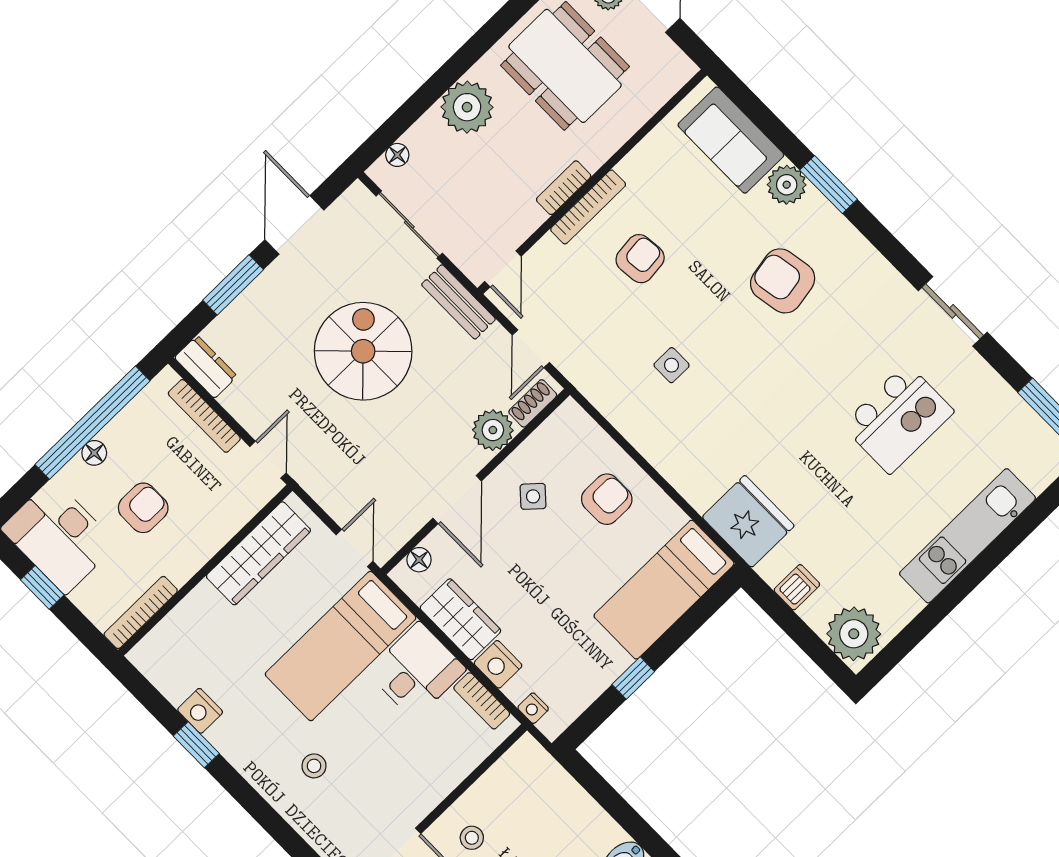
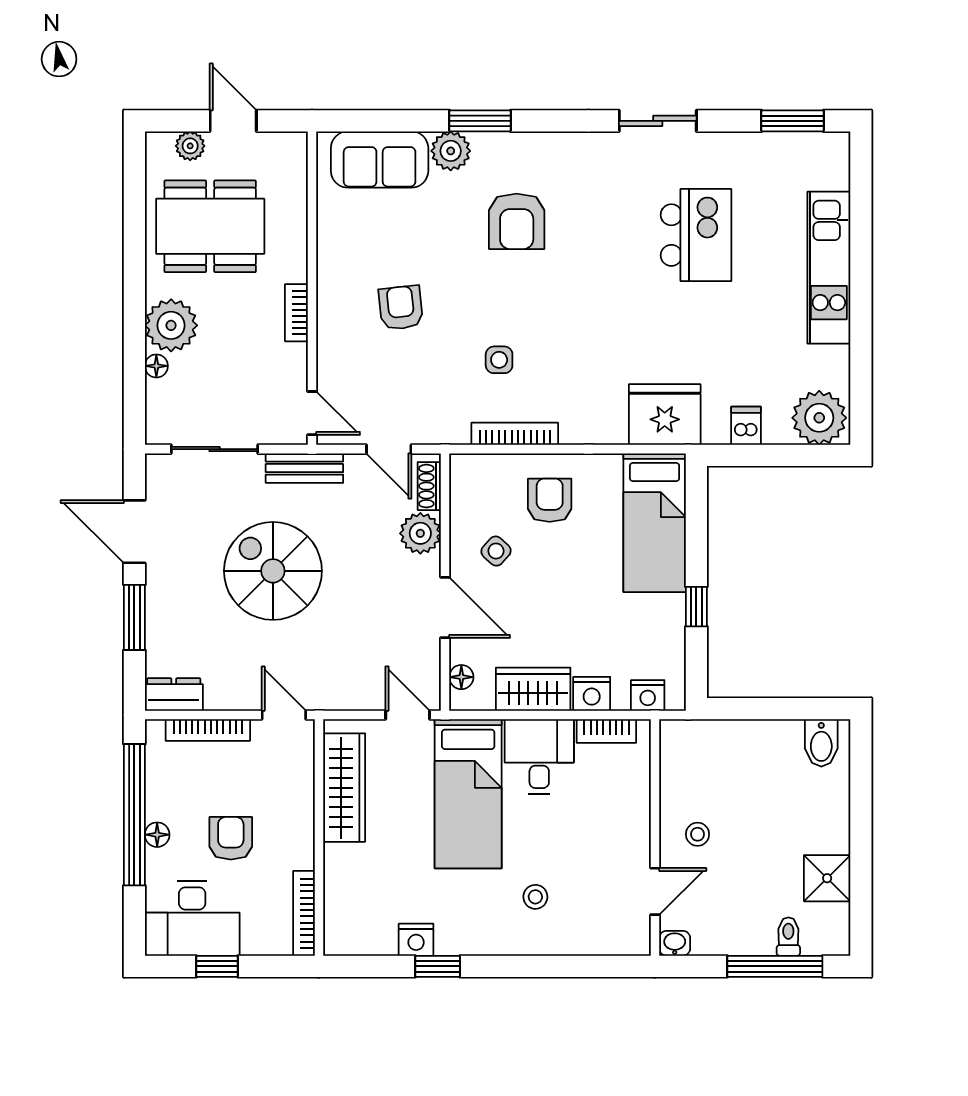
floor lamp: (397, 155) -> (156, 366), moved
bookcase: (588, 207) -> (515, 434), moved, turned -90
armchair: (783, 281) -> (517, 221), turned -80
nightstand: (533, 708) -> (648, 695), width x1.39, depth x1.35

